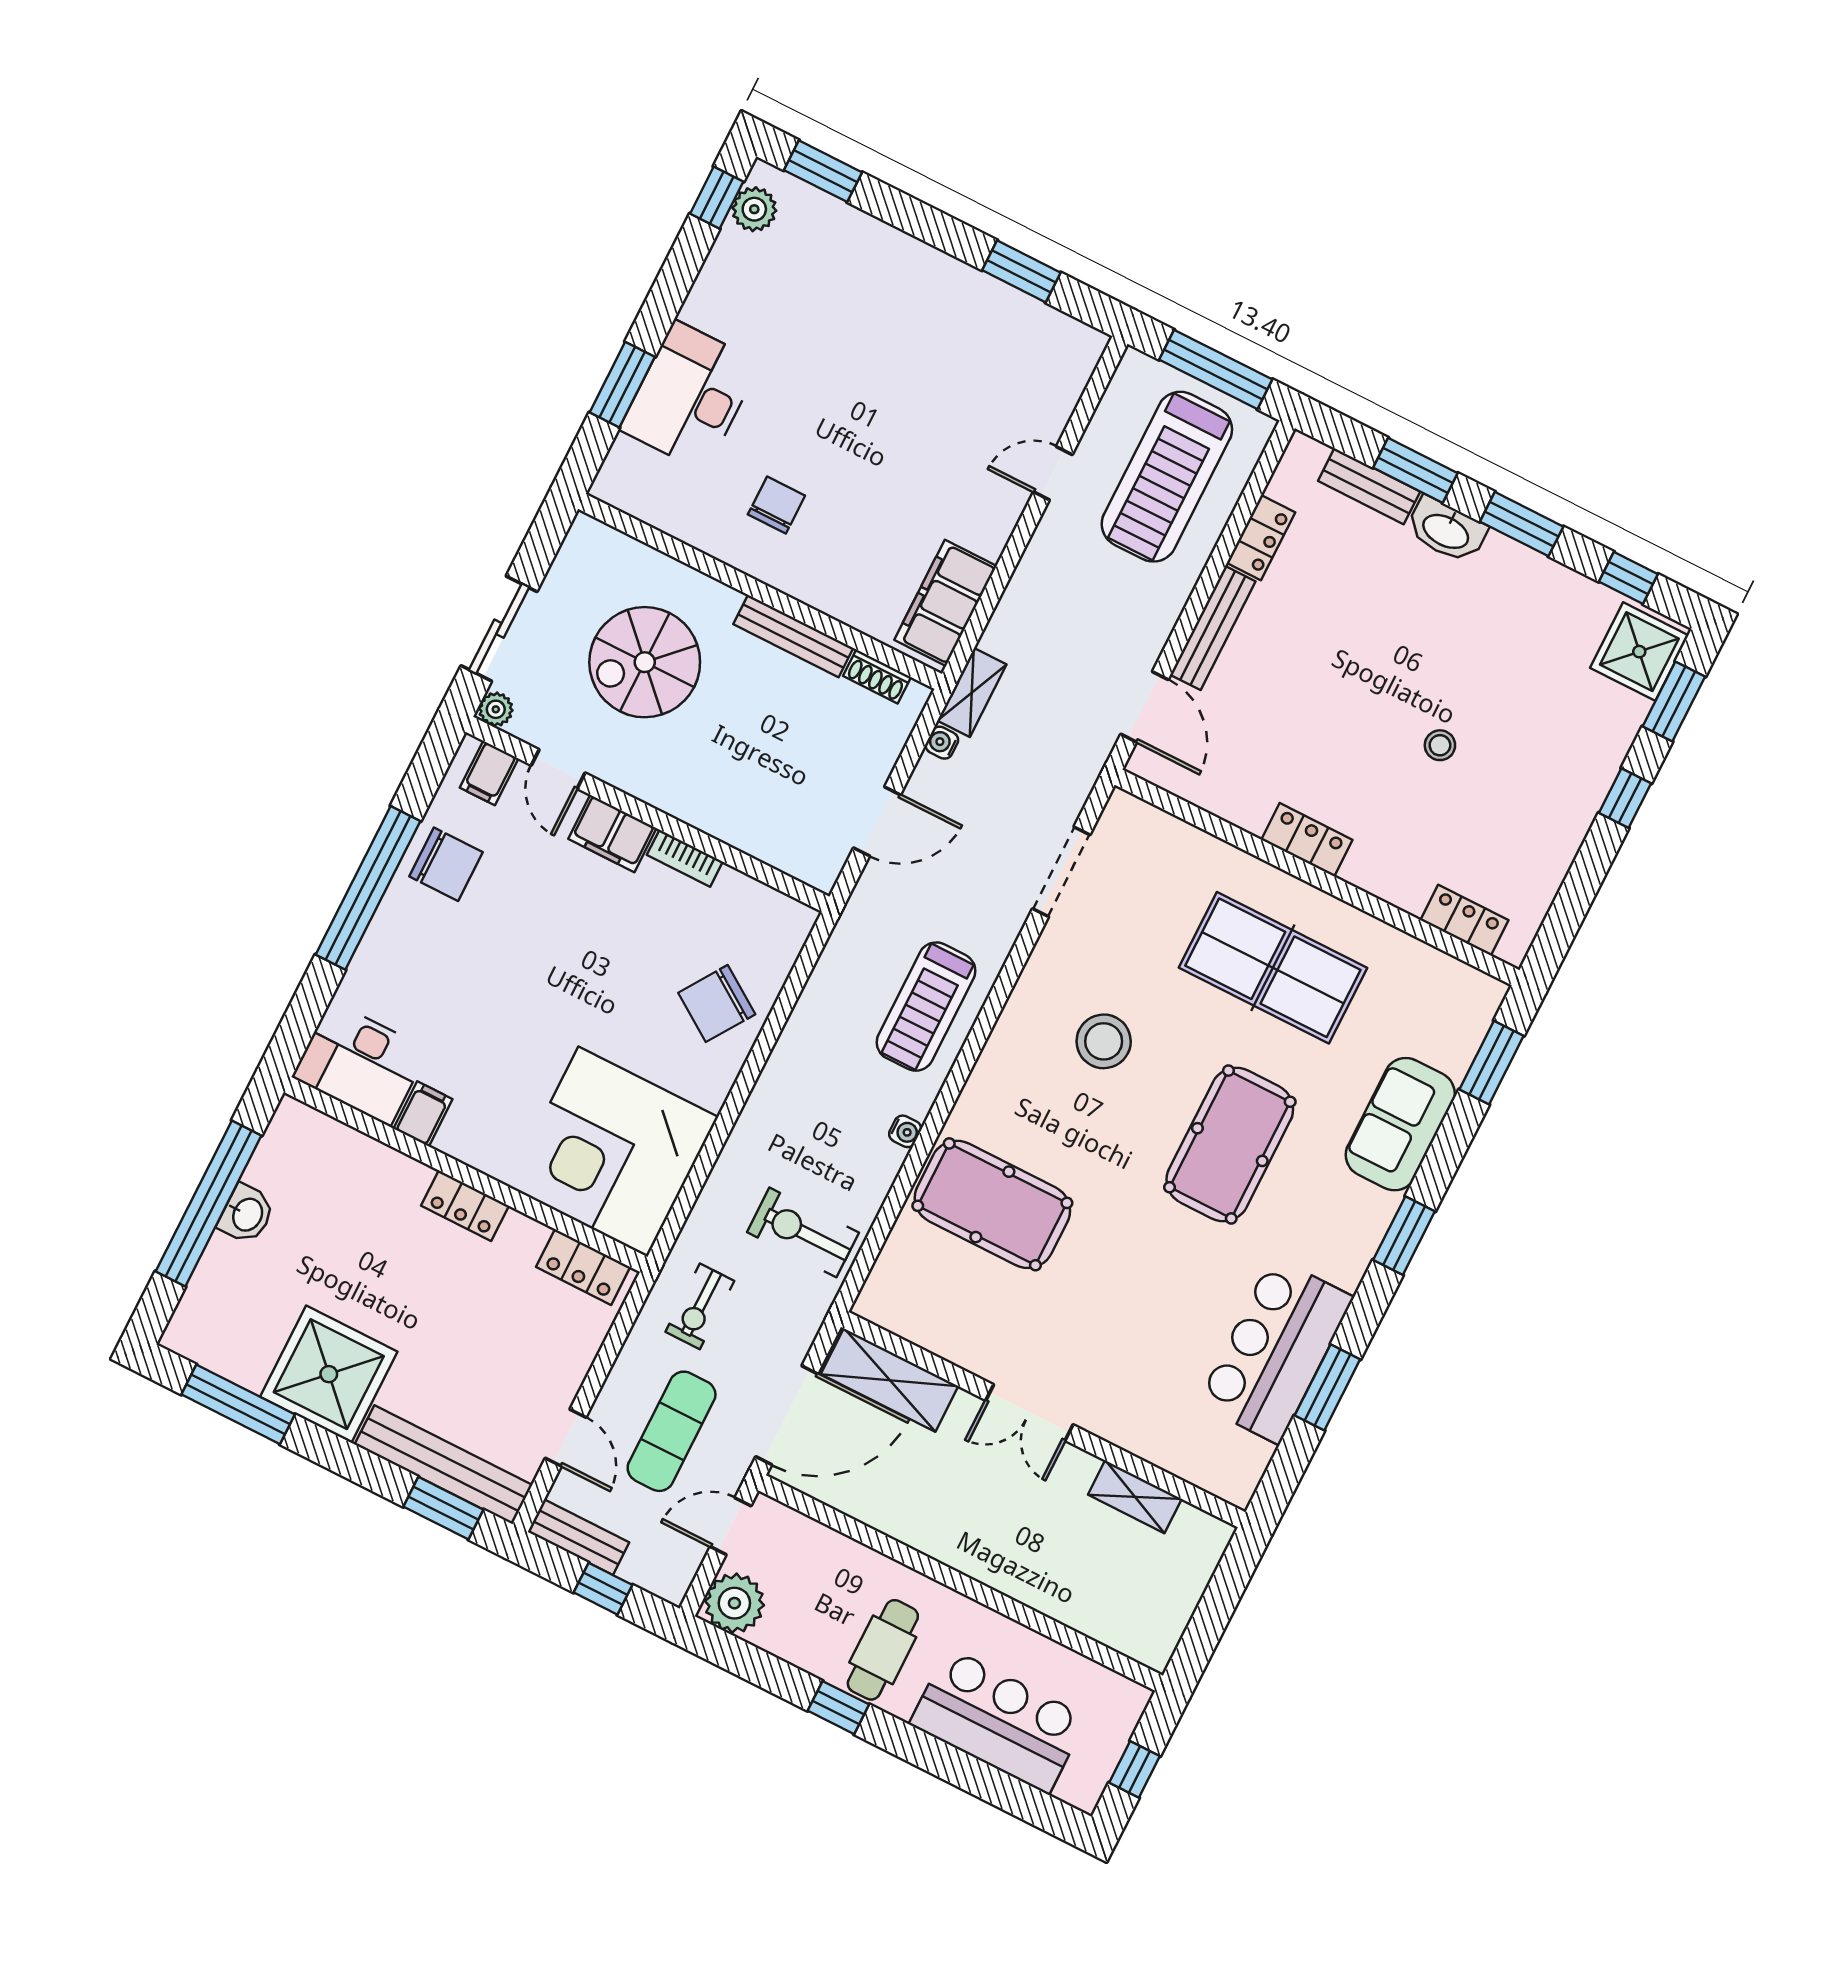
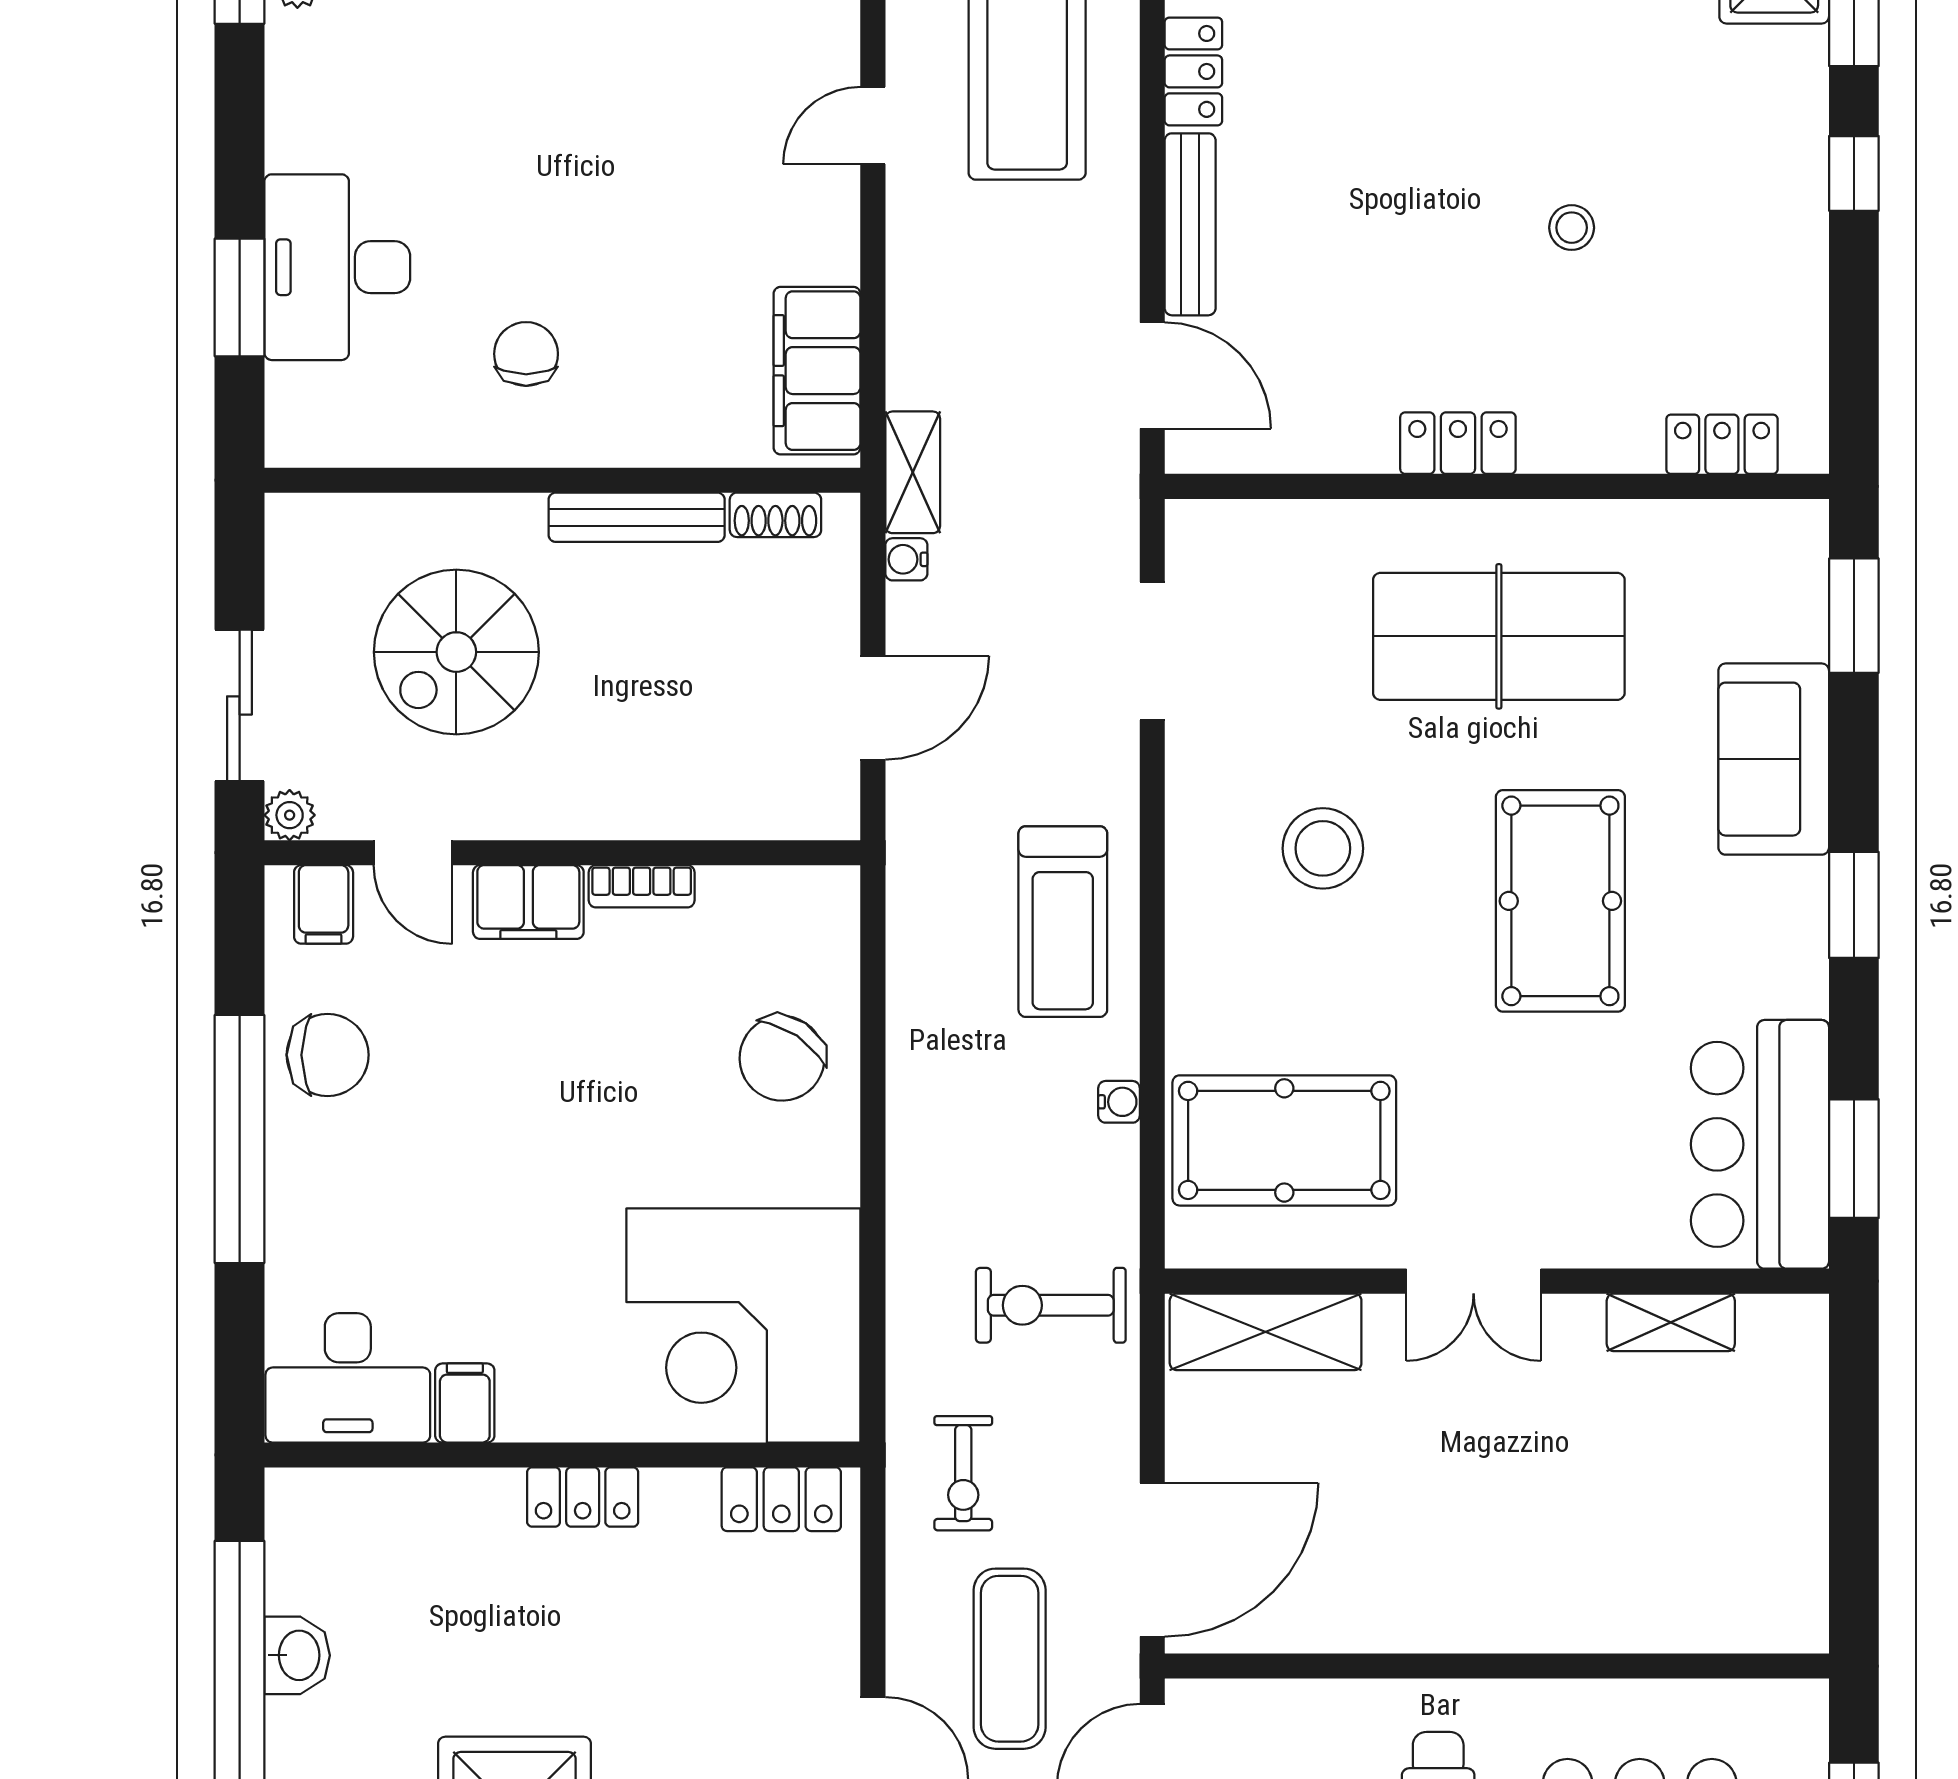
shelving: (890, 1380) -> (1266, 1332), moved
double door: (1029, 1413) -> (1474, 1281), moved
wall: (1043, 1420) -> (1497, 1281), moved
shelving: (1135, 1497) -> (1671, 1322), moved

